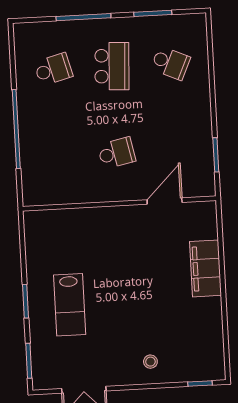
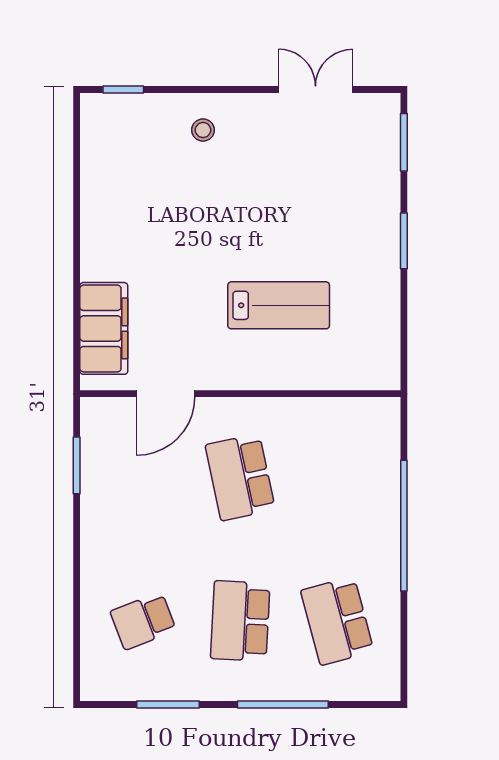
school desk: (171, 63) -> (143, 621), turned -45
school desk: (53, 69) -> (337, 621), width x1.85
school desk: (117, 153) -> (240, 477), width x1.85
filing cabinet: (206, 268) -> (104, 328), moved
lab bench: (70, 305) -> (279, 305), moved, turned 90

